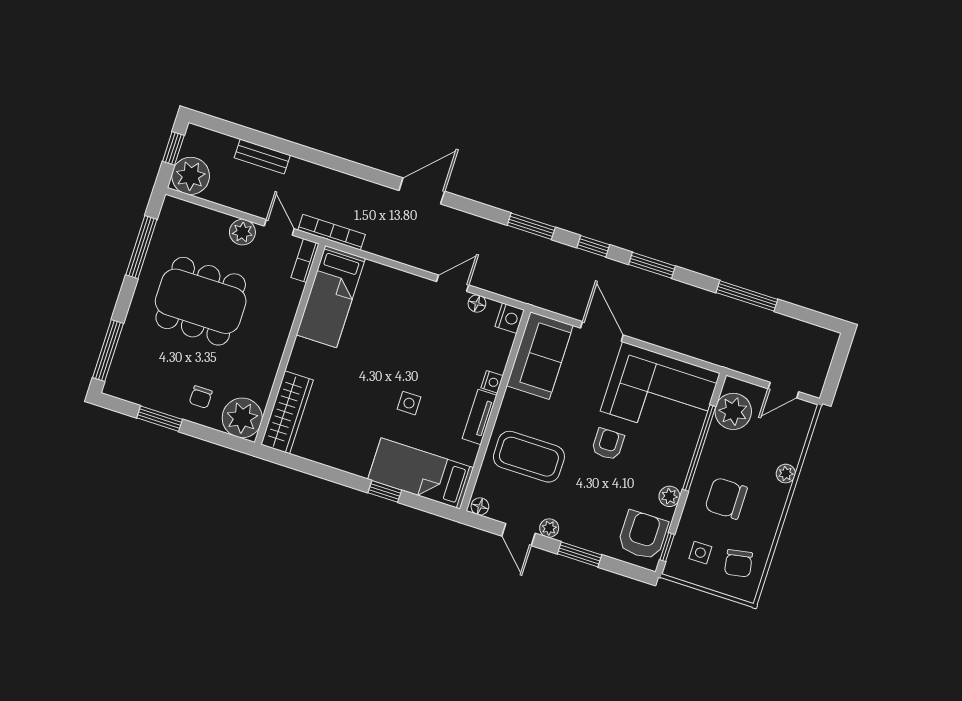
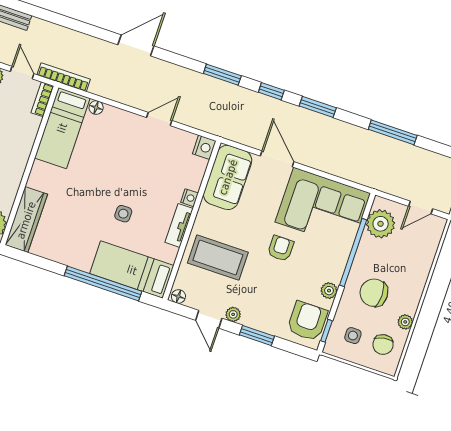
floor lamp: (477, 304) -> (96, 108), moved
plant: (786, 474) -> (405, 322), moved
window: (385, 491) -> (103, 283), width x3.17

